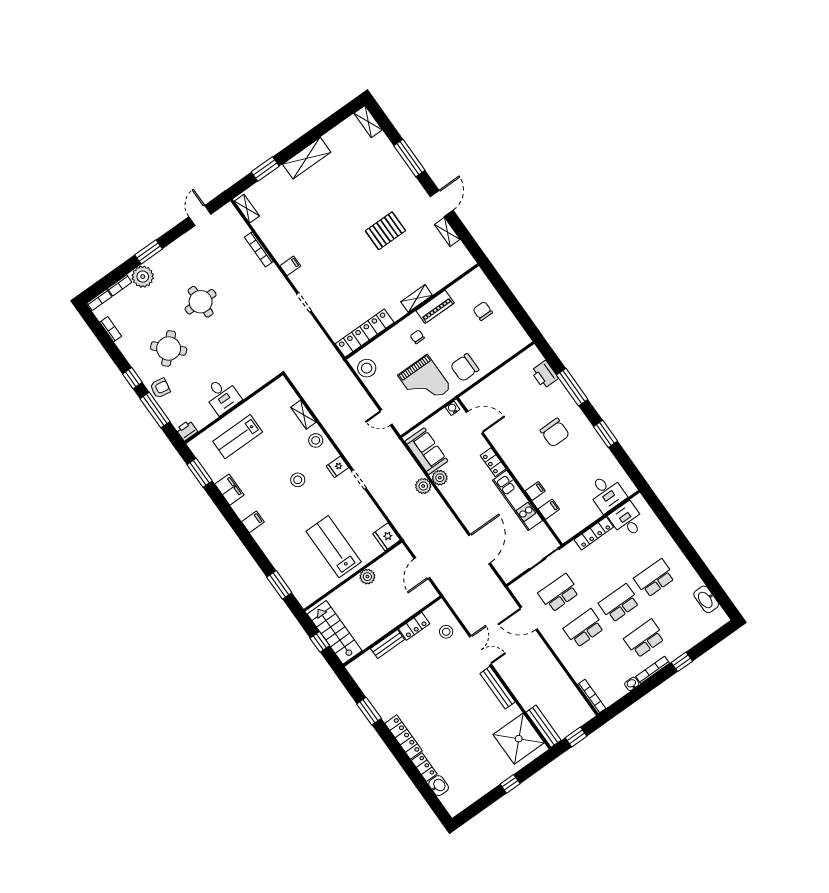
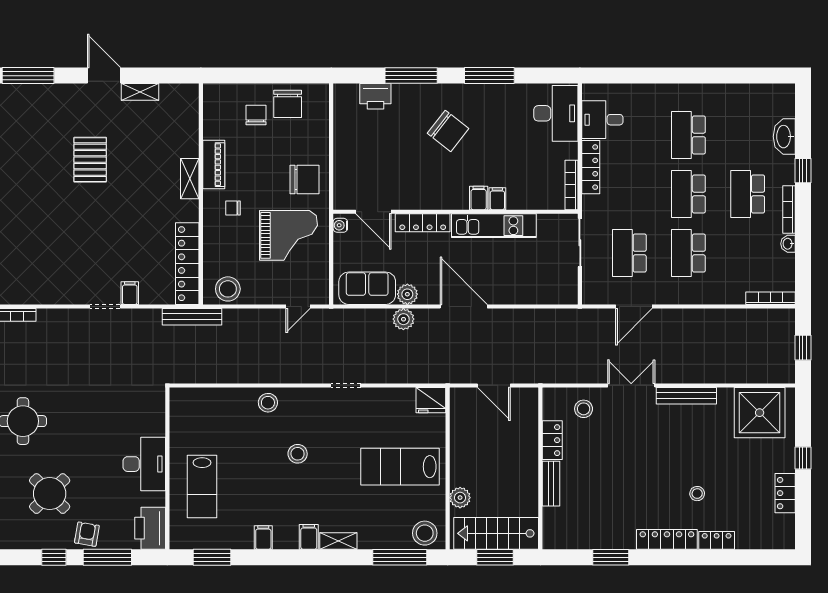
filing cabinet: (290, 266) -> (130, 293), moved
chair: (483, 311) -> (256, 115), turned 90
chair: (503, 325) -> (288, 104), added
chair: (465, 368) -> (305, 180), turned -90
desk: (222, 396) -> (144, 464), width x1.37
shelving: (304, 415) -> (338, 541), moved
door: (475, 422) -> (373, 212), swing flipped
printer: (187, 430) -> (150, 528), width x1.87, depth x1.48
chair: (555, 433) -> (448, 131), turned 38
window: (605, 434) -> (489, 76), width x1.44
locker: (493, 462) -> (423, 223), width x1.53
fridge: (337, 467) -> (314, 399), removed
filing cabinet: (229, 490) -> (263, 537), width x0.50
desk: (607, 493) -> (556, 113), width x1.37
filing cabinet: (549, 509) -> (479, 198), moved
bookcase: (575, 529) -> (572, 185), added
door: (480, 549) -> (464, 307), moved
plant: (367, 577) -> (460, 498), moved
window: (279, 585) -> (400, 557), width x1.44
stool: (304, 590) -> (425, 533), added
washbasin: (706, 599) -> (784, 137), moved, turned 90
window: (320, 642) -> (495, 557), width x1.50
bench: (544, 726) -> (192, 317), moved
stool: (444, 736) -> (697, 494), added
washbasin: (439, 786) -> (748, 539), removed
locker: (481, 788) -> (785, 493), added

